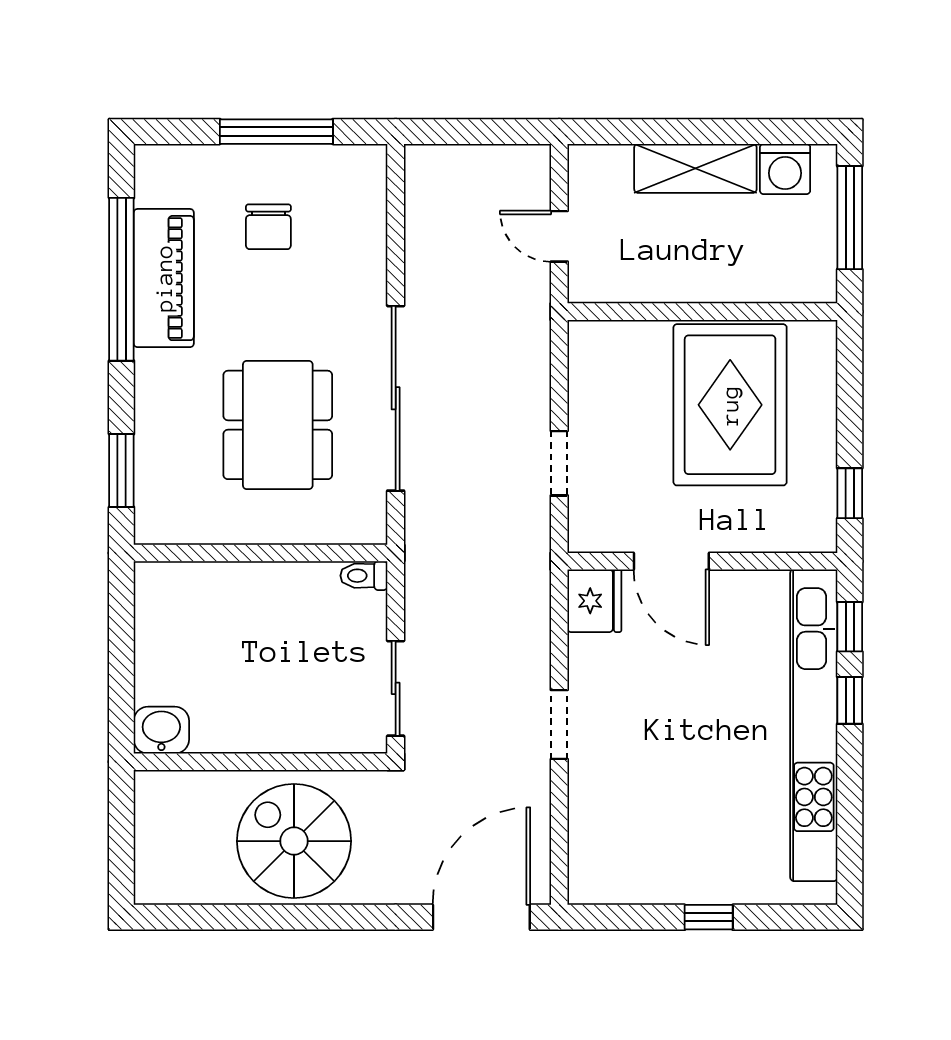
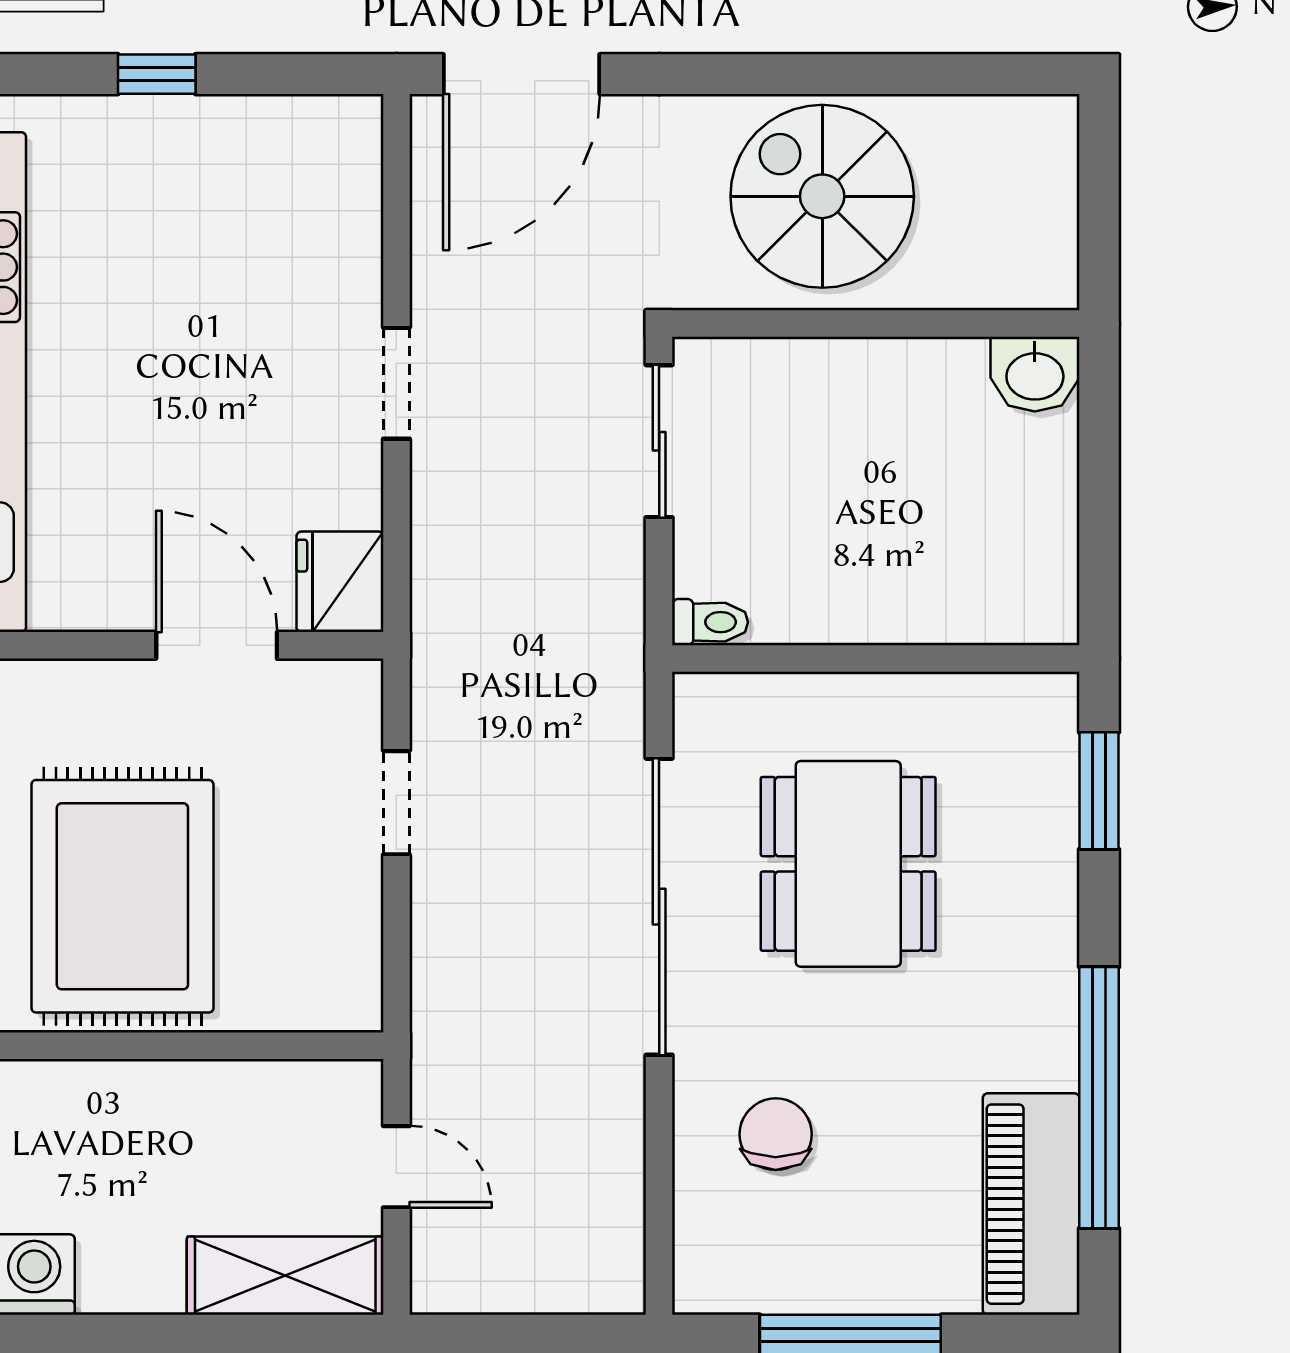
shelving: (695, 168) -> (285, 1276), moved
chair: (268, 227) -> (776, 1134), moved
piano: (164, 278) -> (1031, 1204), moved
spiral stairs: (294, 841) -> (822, 196), turned 180

